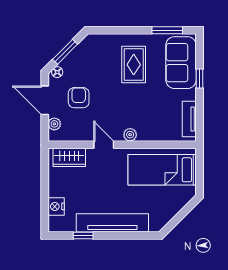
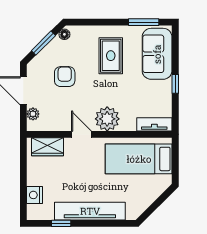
floor lamp: (57, 72) -> (64, 34), moved
window: (199, 78) -> (175, 84), moved
armchair: (79, 98) -> (65, 77), moved
tv unit: (189, 119) -> (154, 124), moved, turned 90
plant: (130, 135) -> (107, 119), width x1.88, depth x1.88

